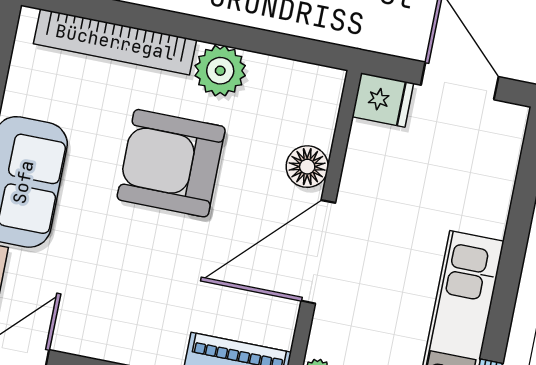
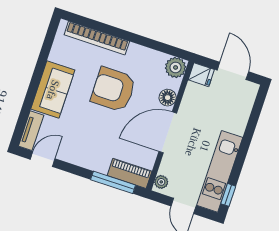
plant: (220, 71) -> (176, 67), moved

